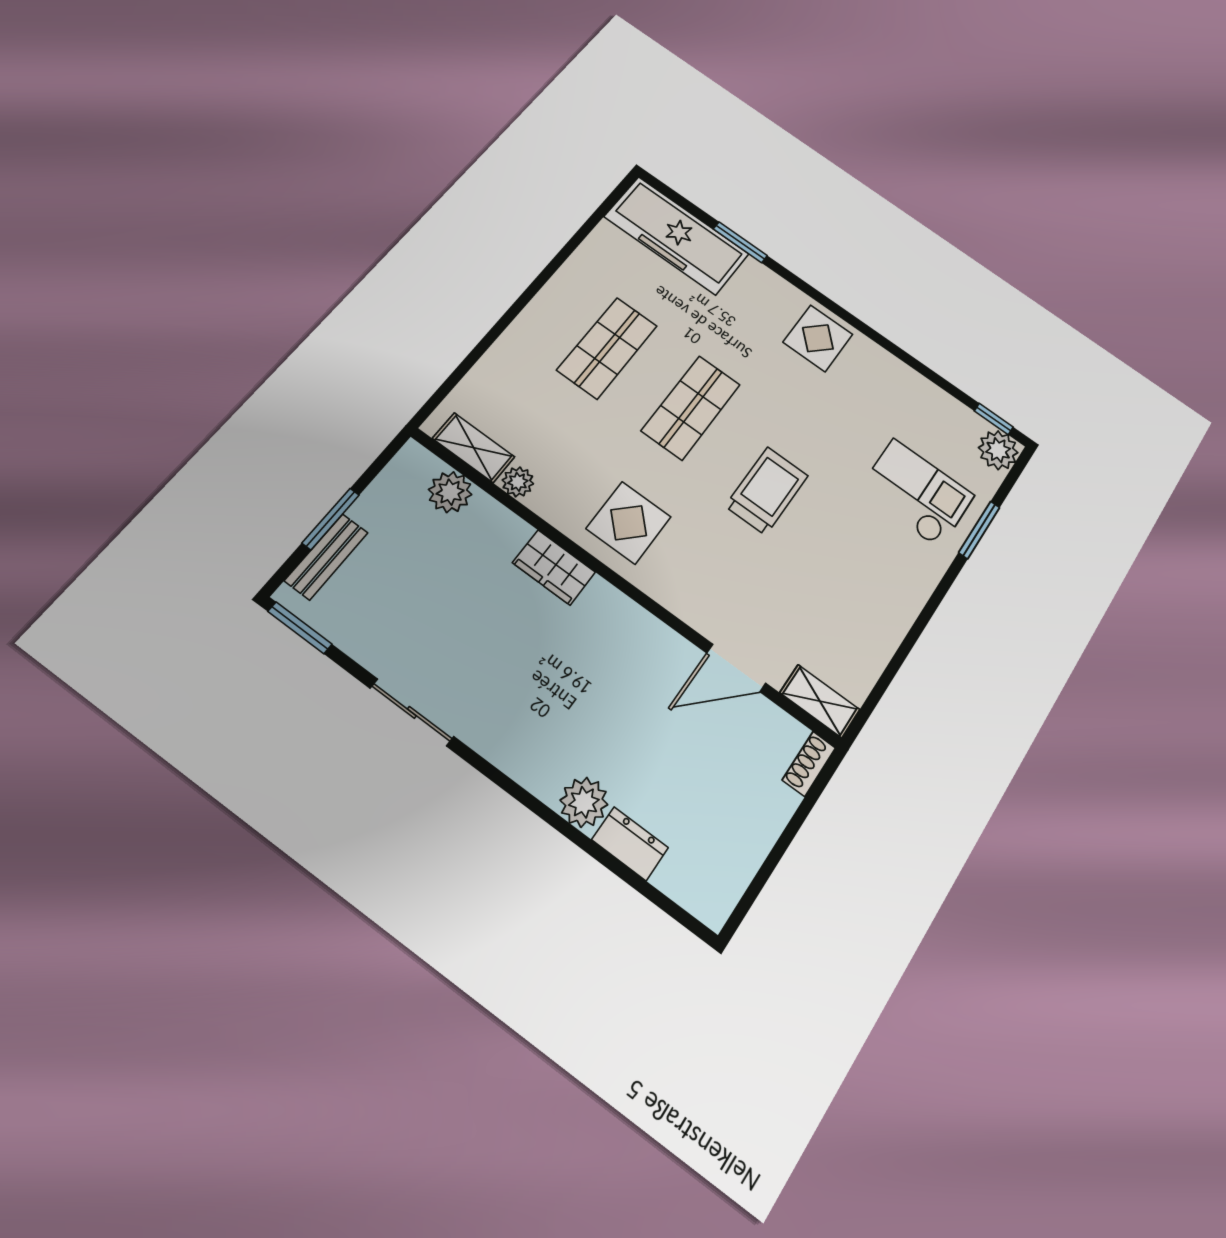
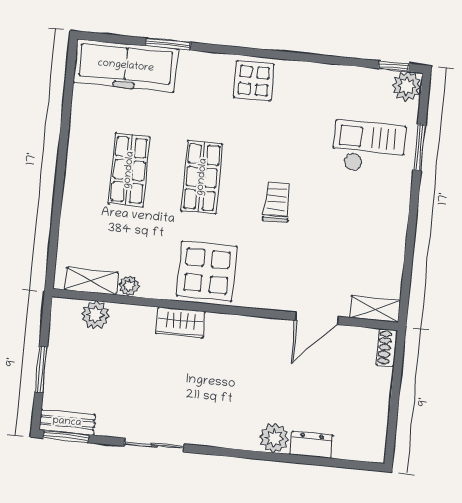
trolley: (767, 491) -> (277, 202), width x0.73, depth x0.72
display table: (629, 523) -> (207, 271), width x1.36, depth x1.36
bench: (326, 557) -> (67, 422), moved, turned 90

